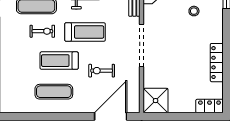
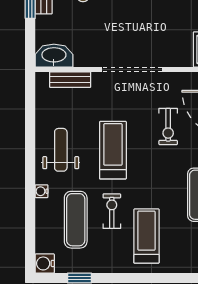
treadmill: (59, 61) -> (146, 236), moved, turned 180

